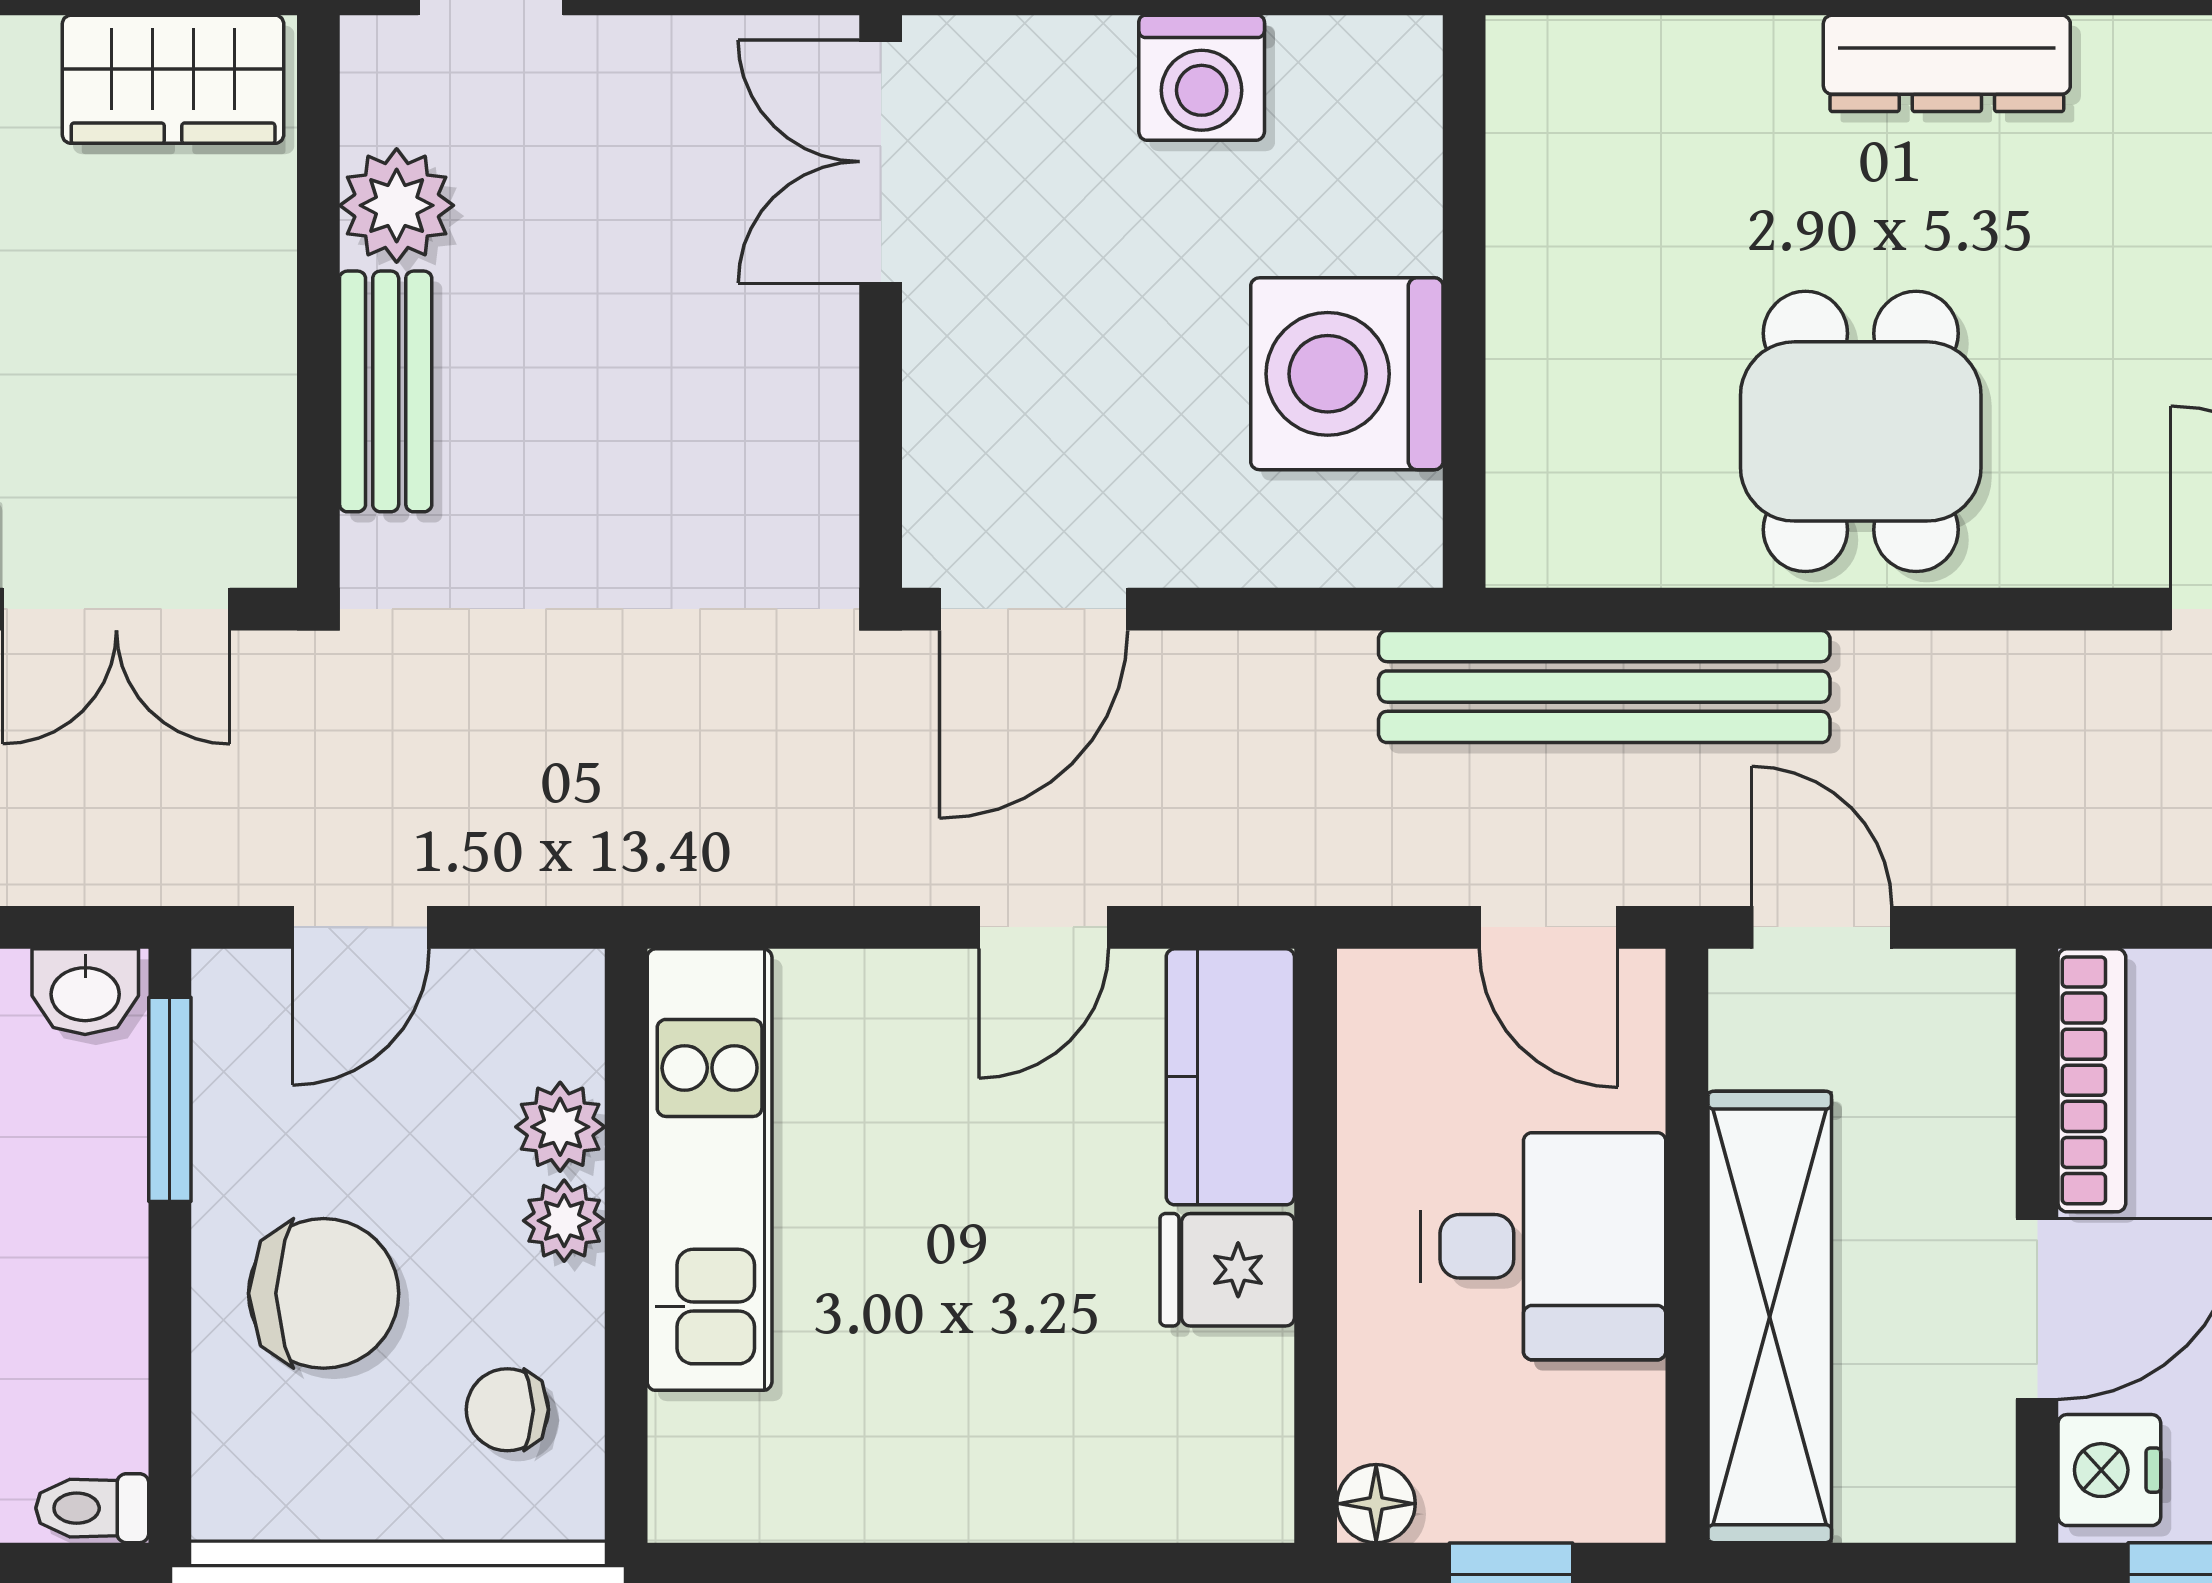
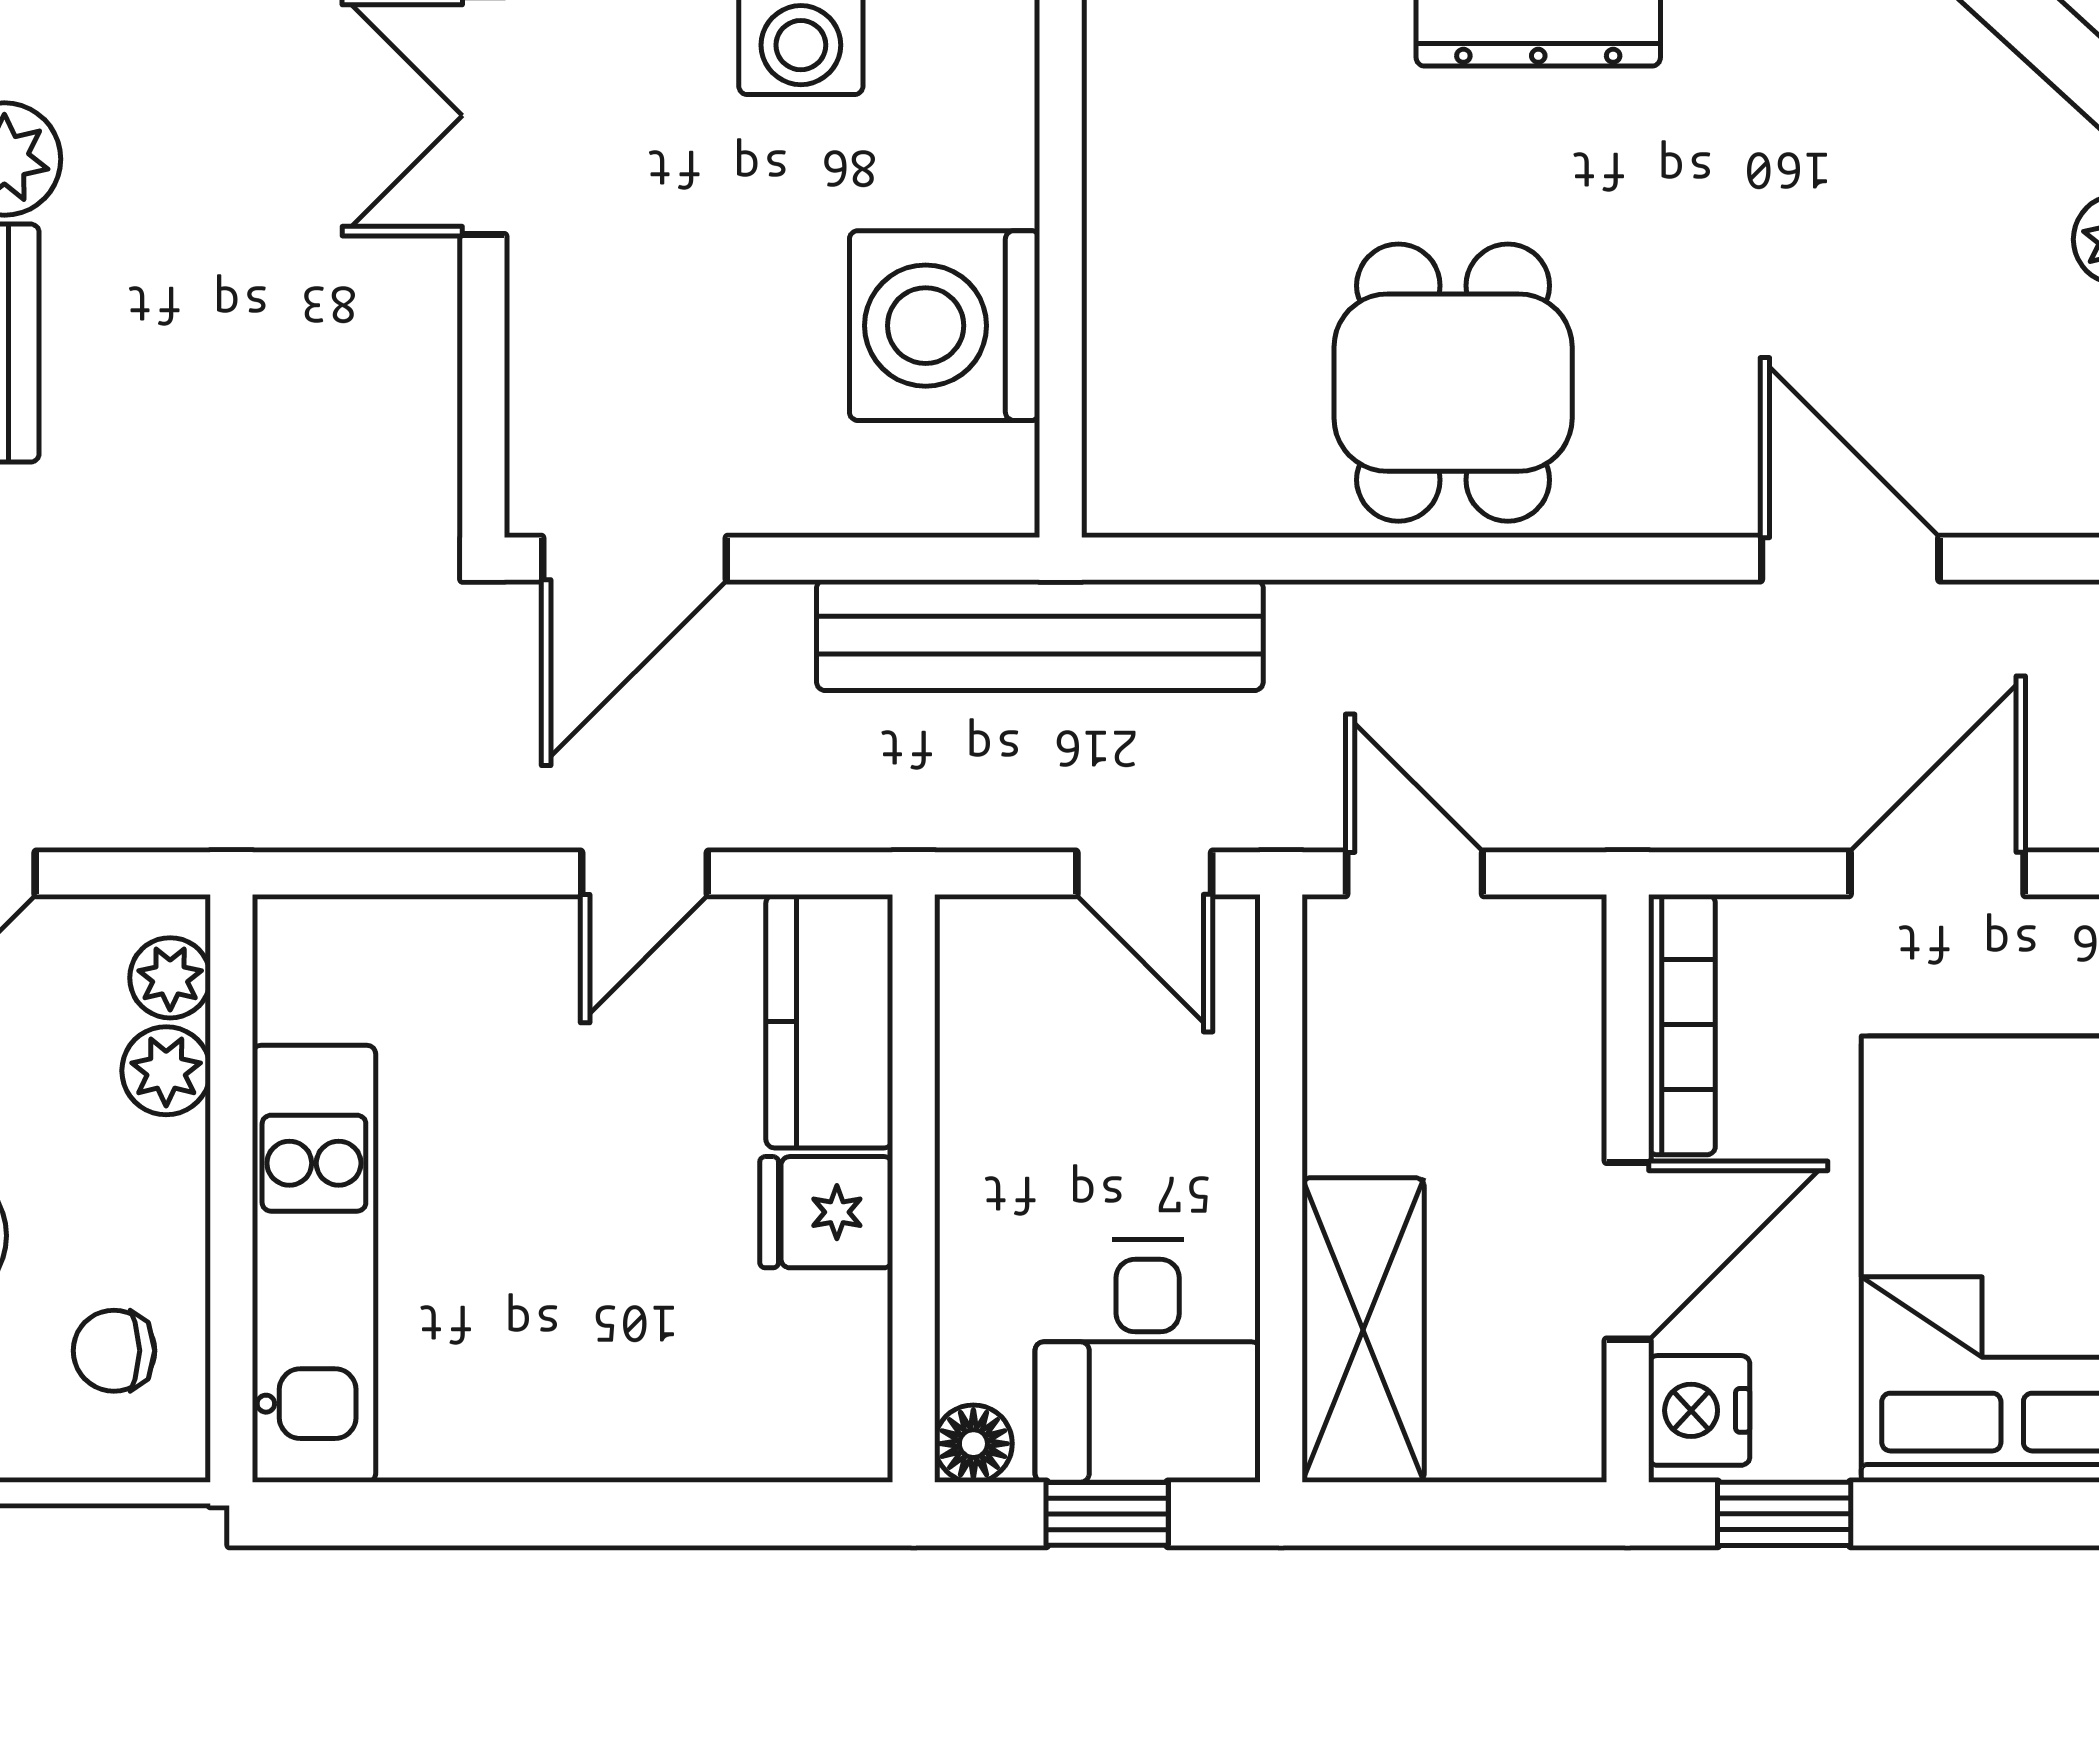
bench: (1604, 687) -> (1040, 635), moved
kitchen unit: (710, 1170) -> (314, 1264), moved
plant: (564, 1221) -> (170, 978), moved
desk: (1543, 1246) -> (1148, 1361), moved, turned 90
shelving: (1770, 1317) -> (1363, 1330), width x0.68

